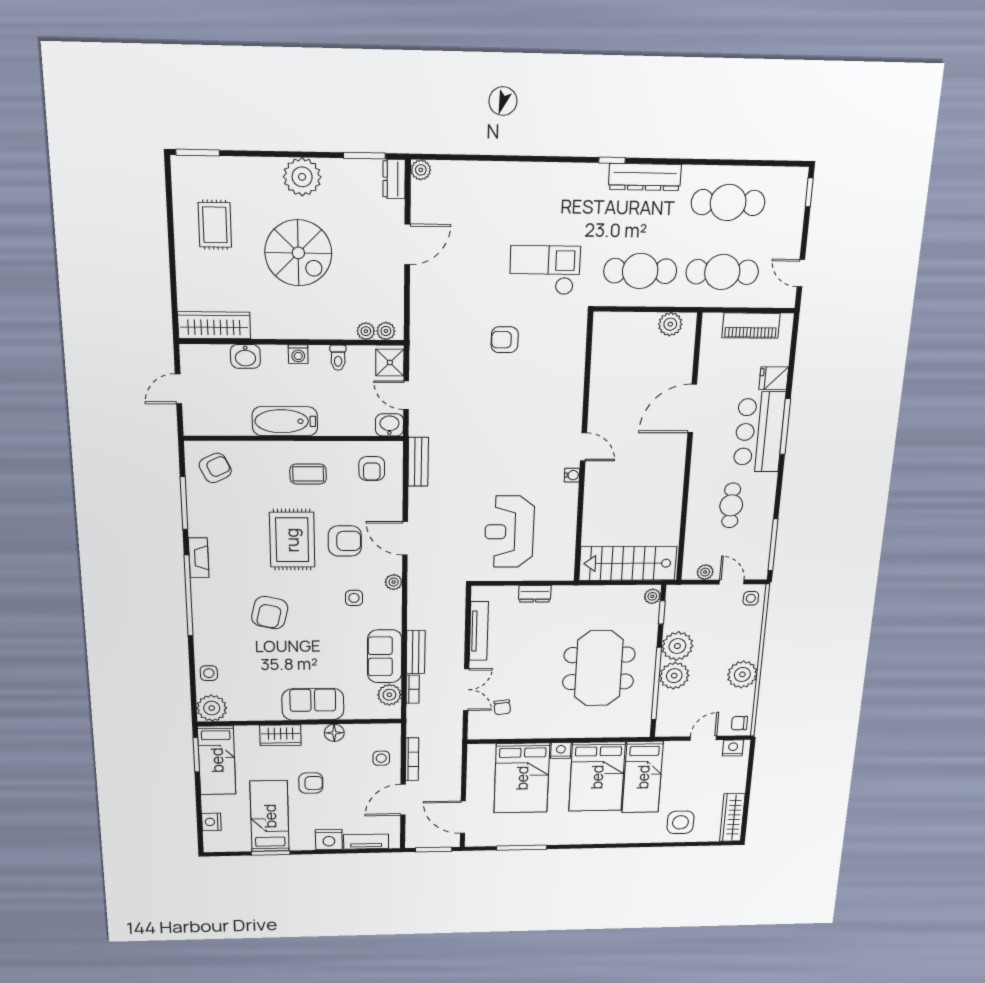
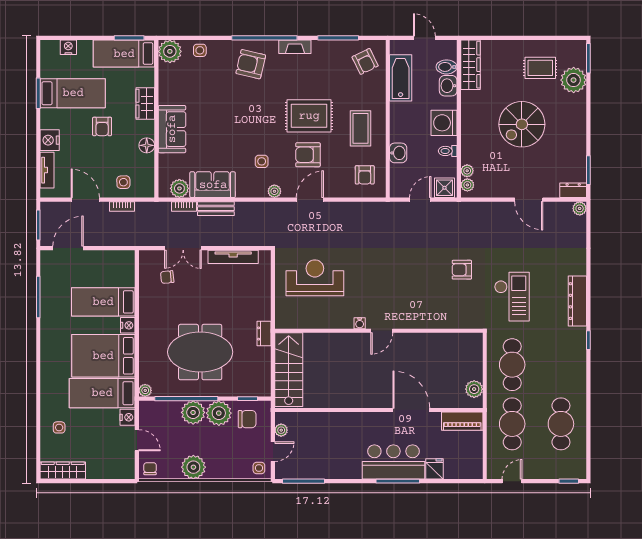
plant: (302, 177) -> (574, 80), moved
dresser: (645, 177) -> (577, 301), moved
piano: (751, 326) -> (462, 421), moved, turned -90
armchair: (505, 340) -> (462, 270), turned -90
washing machine: (298, 354) -> (444, 123), width x1.89, depth x1.89
bidet: (219, 358) -> (447, 67), added
bathtub: (285, 421) -> (401, 78), moved
washbasin: (389, 425) -> (398, 153), moved
bench: (418, 462) -> (370, 209), removed
armchair: (372, 469) -> (365, 175), turned -90
coffee table: (308, 474) -> (361, 128), width x1.36, depth x1.30
cafe table: (731, 505) -> (336, 446), removed
armchair: (345, 541) -> (308, 155), turned 90
dresser: (535, 594) -> (264, 334), moved
plant: (652, 596) -> (145, 390), moved
armchair: (270, 613) -> (251, 64), moved
chair: (688, 613) -> (247, 419), added
nightstand: (733, 748) -> (128, 417), moved
bookcase: (412, 759) -> (122, 207), width x0.64
bed: (522, 778) -> (103, 302), width x0.67
side table: (680, 822) -> (59, 427), width x0.54, depth x0.54

